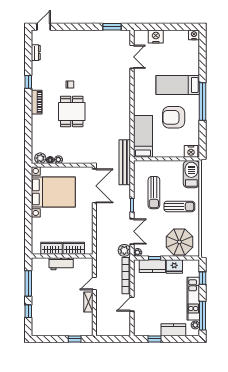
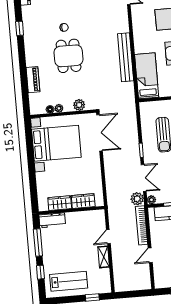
piano: (37, 102) -> (33, 80), moved
plant: (40, 158) -> (79, 105), moved
bench: (125, 162) -> (126, 57), moved
workbench: (61, 264) -> (52, 220), moved
lab bench: (54, 322) -> (69, 281), added

